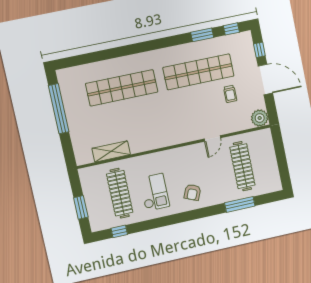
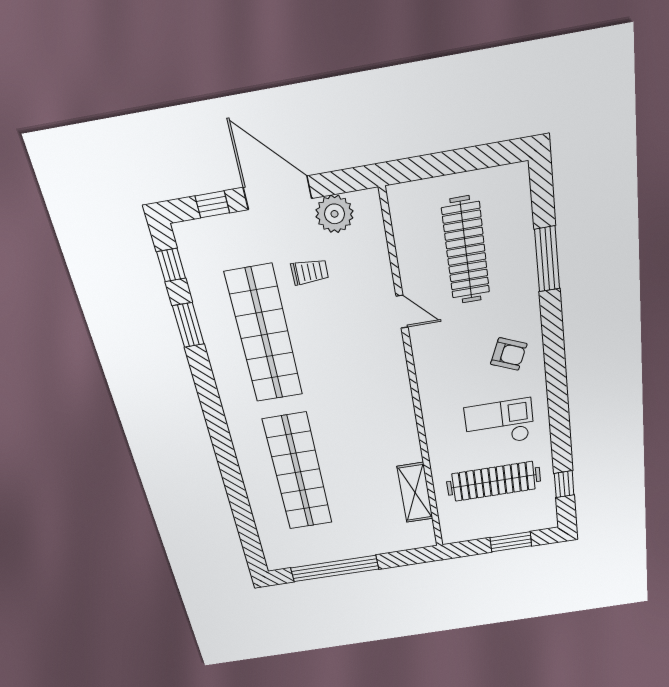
door: (265, 79) -> (278, 193), hinge flipped
plant: (260, 118) -> (335, 214), moved
clothes rail: (242, 166) -> (466, 251), turned 90

